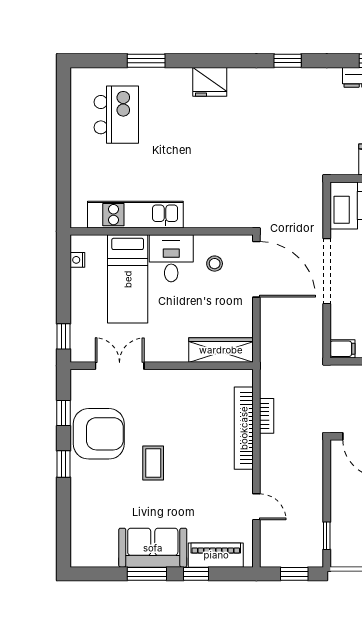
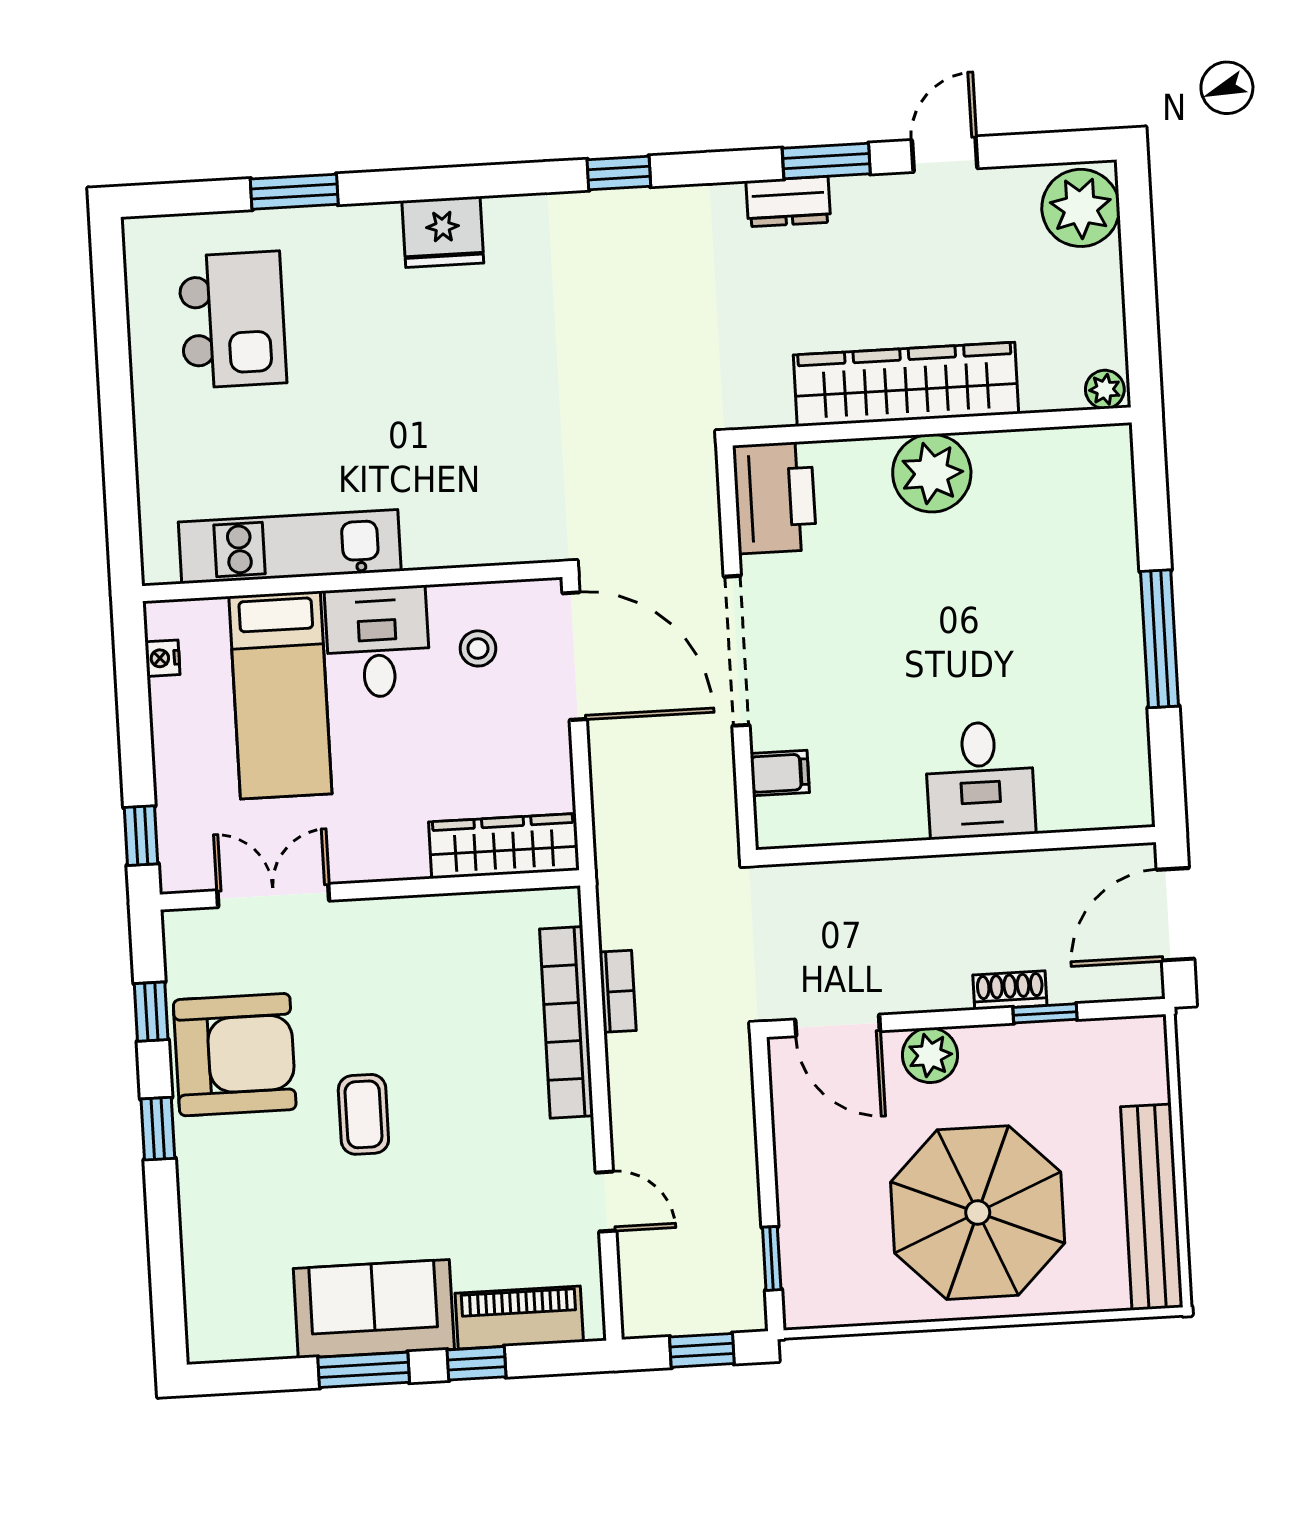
filing cabinet: (342, 349) -> (780, 773), moved

